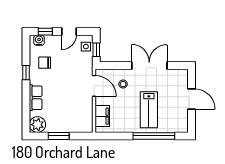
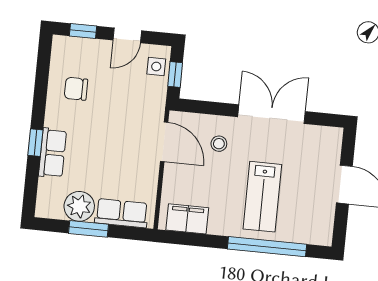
water cooler: (39, 40) -> (70, 46), removed
window: (26, 73) -> (35, 143), moved
filing cabinet: (102, 116) -> (187, 219), moved, turned -90
plant: (37, 125) -> (79, 206), moved
row of seats: (75, 126) -> (122, 213), added

